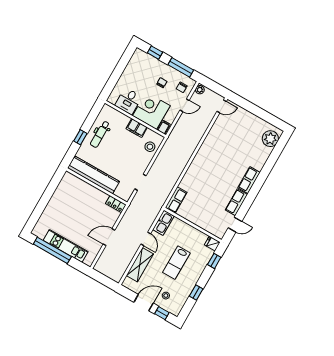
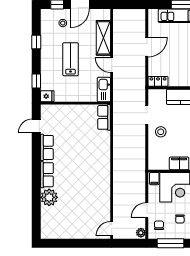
plant: (270, 139) -> (49, 197), moved
stool: (150, 147) -> (161, 132), moved

